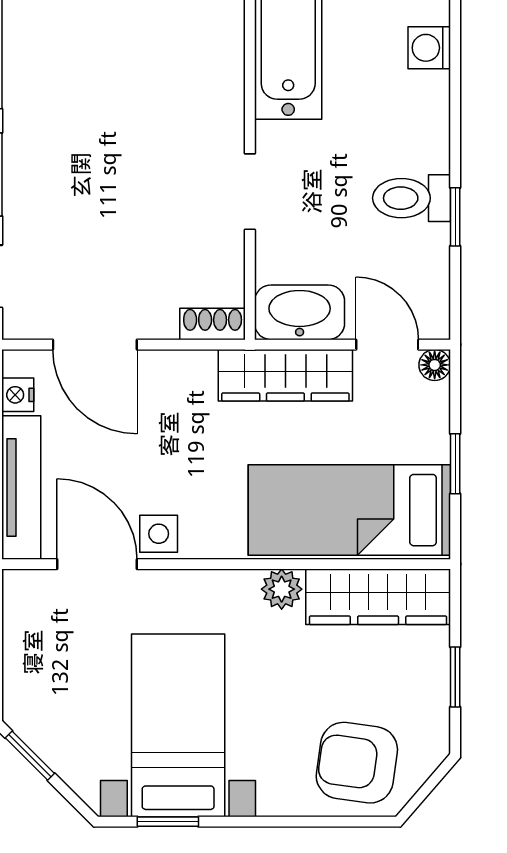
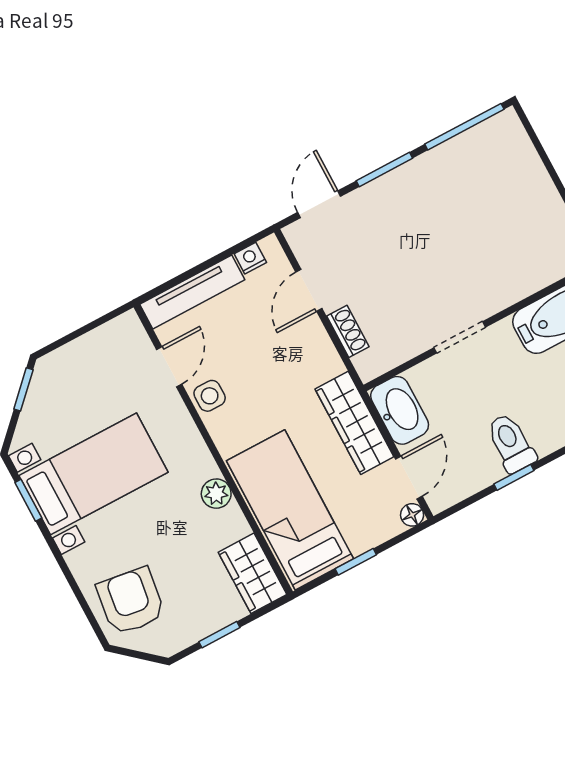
shoe rack: (213, 324) -> (348, 331), moved
door: (95, 345) -> (309, 290), width x0.73
door: (97, 564) -> (169, 367), width x0.73
wardrobe: (378, 597) -> (252, 573), width x0.67

